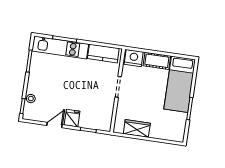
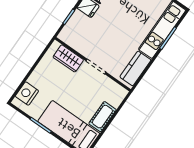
nightstand: (134, 58) -> (27, 94), moved, turned 180
wardrobe: (137, 128) -> (68, 58), moved, turned 90

